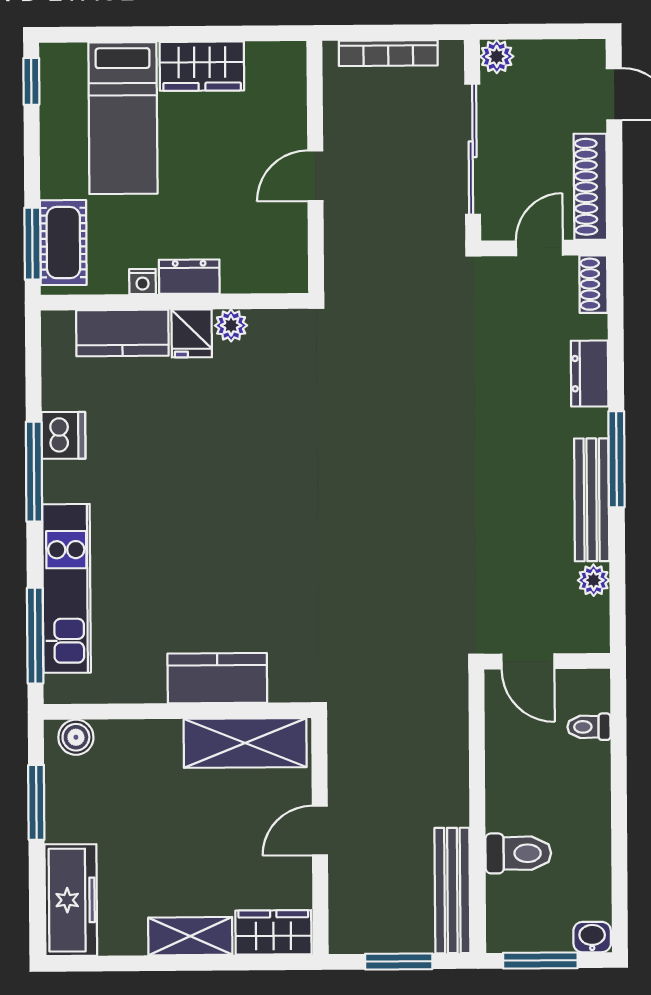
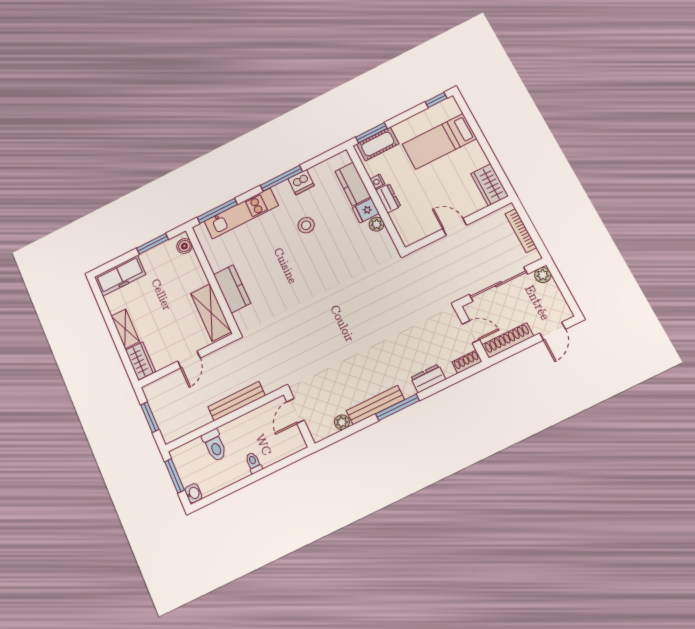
wardrobe: (202, 66) -> (490, 185), moved
stool: (160, 467) -> (306, 225), added
toilet: (589, 727) -> (254, 463), moved
door: (320, 830) -> (189, 360), swing flipped
bench: (452, 891) -> (237, 401), moved

